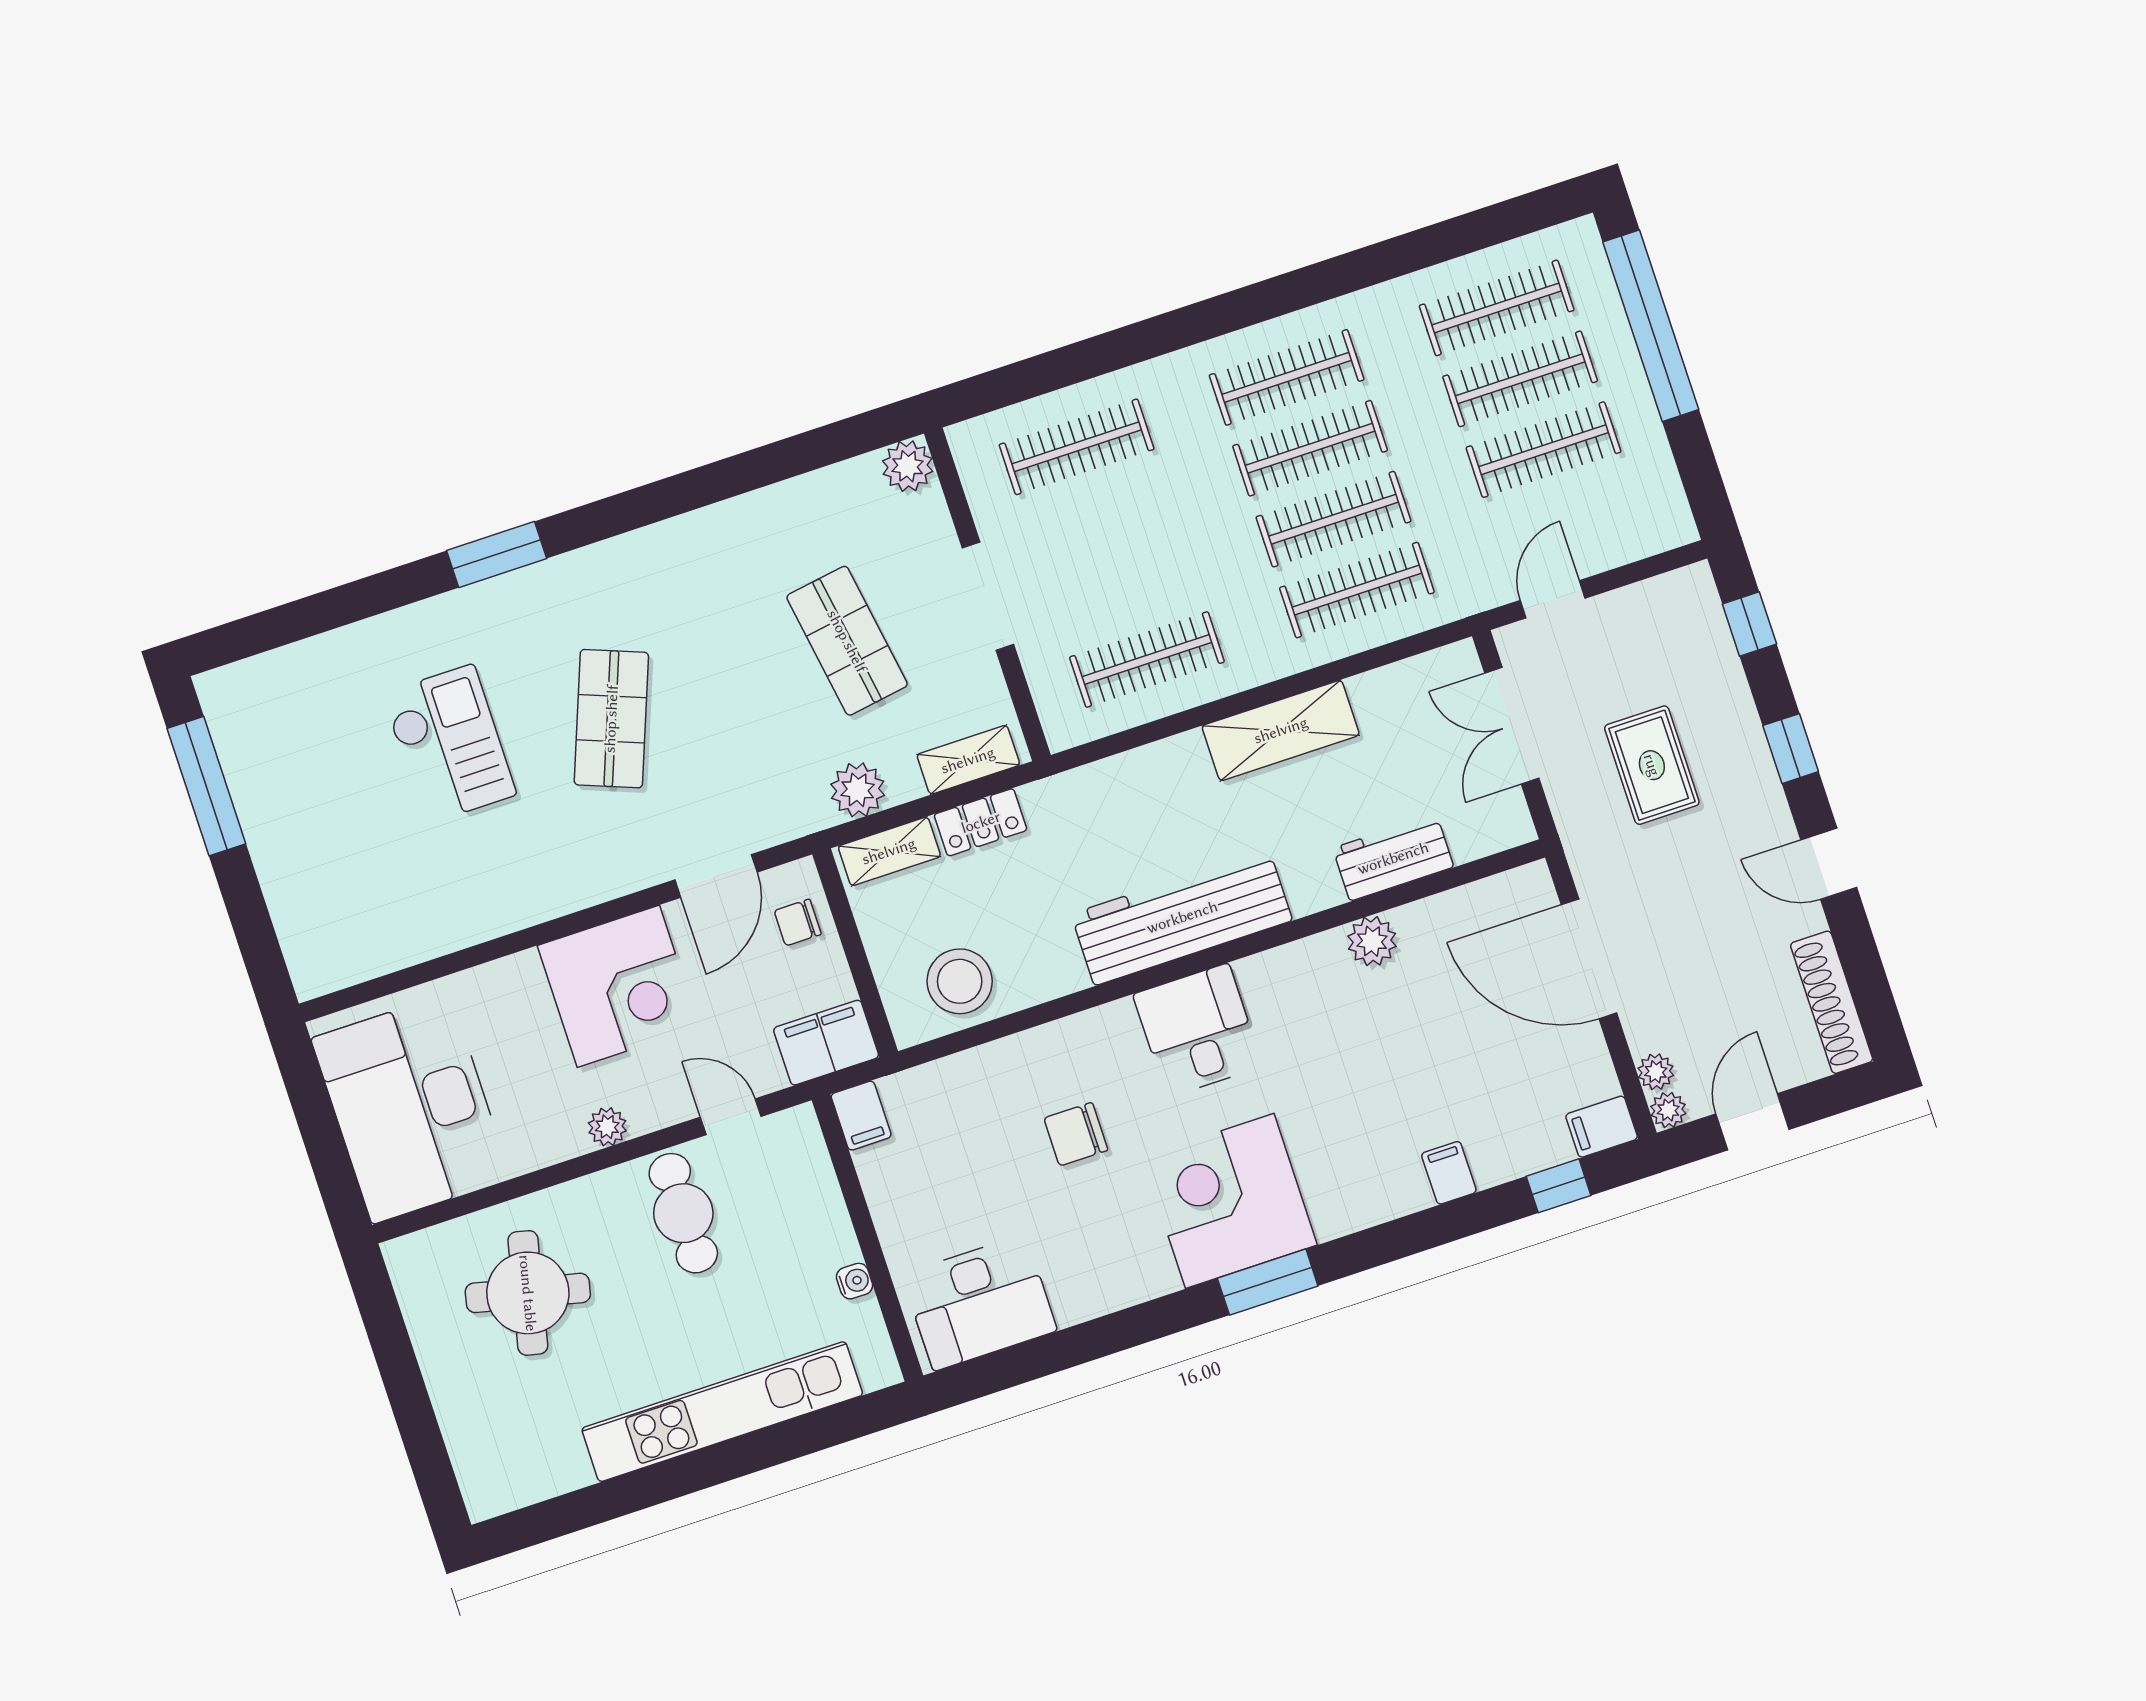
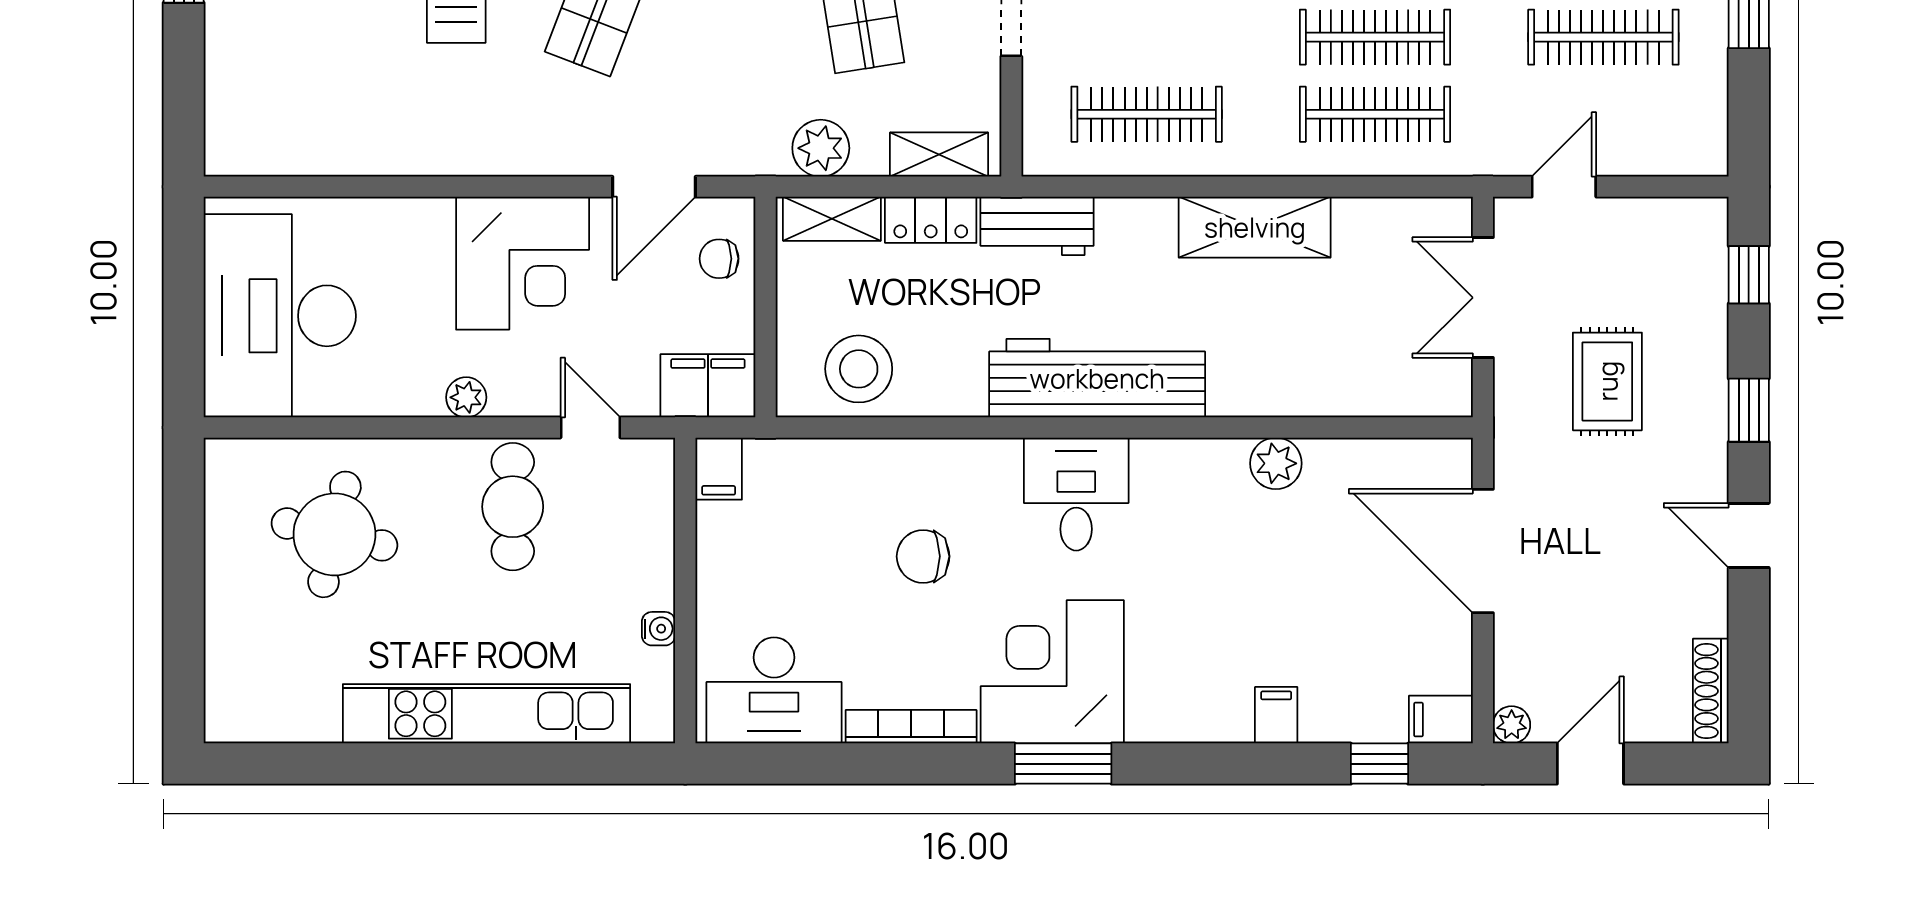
workbench: (1393, 858) -> (1037, 226), moved, turned 180
shoe rack: (1832, 1002) -> (1711, 691), width x0.74, depth x0.81
plant: (1656, 1072) -> (1512, 683), removed
bookcase: (1117, 1294) -> (911, 727), added

